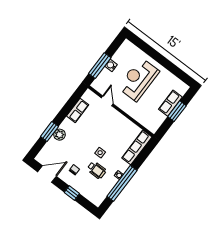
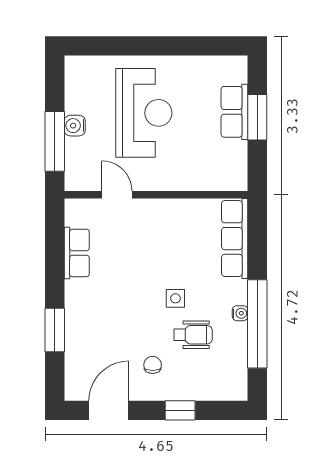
reception desk: (138, 79) -> (144, 113), turned 180
plant: (59, 135) -> (77, 322), removed

